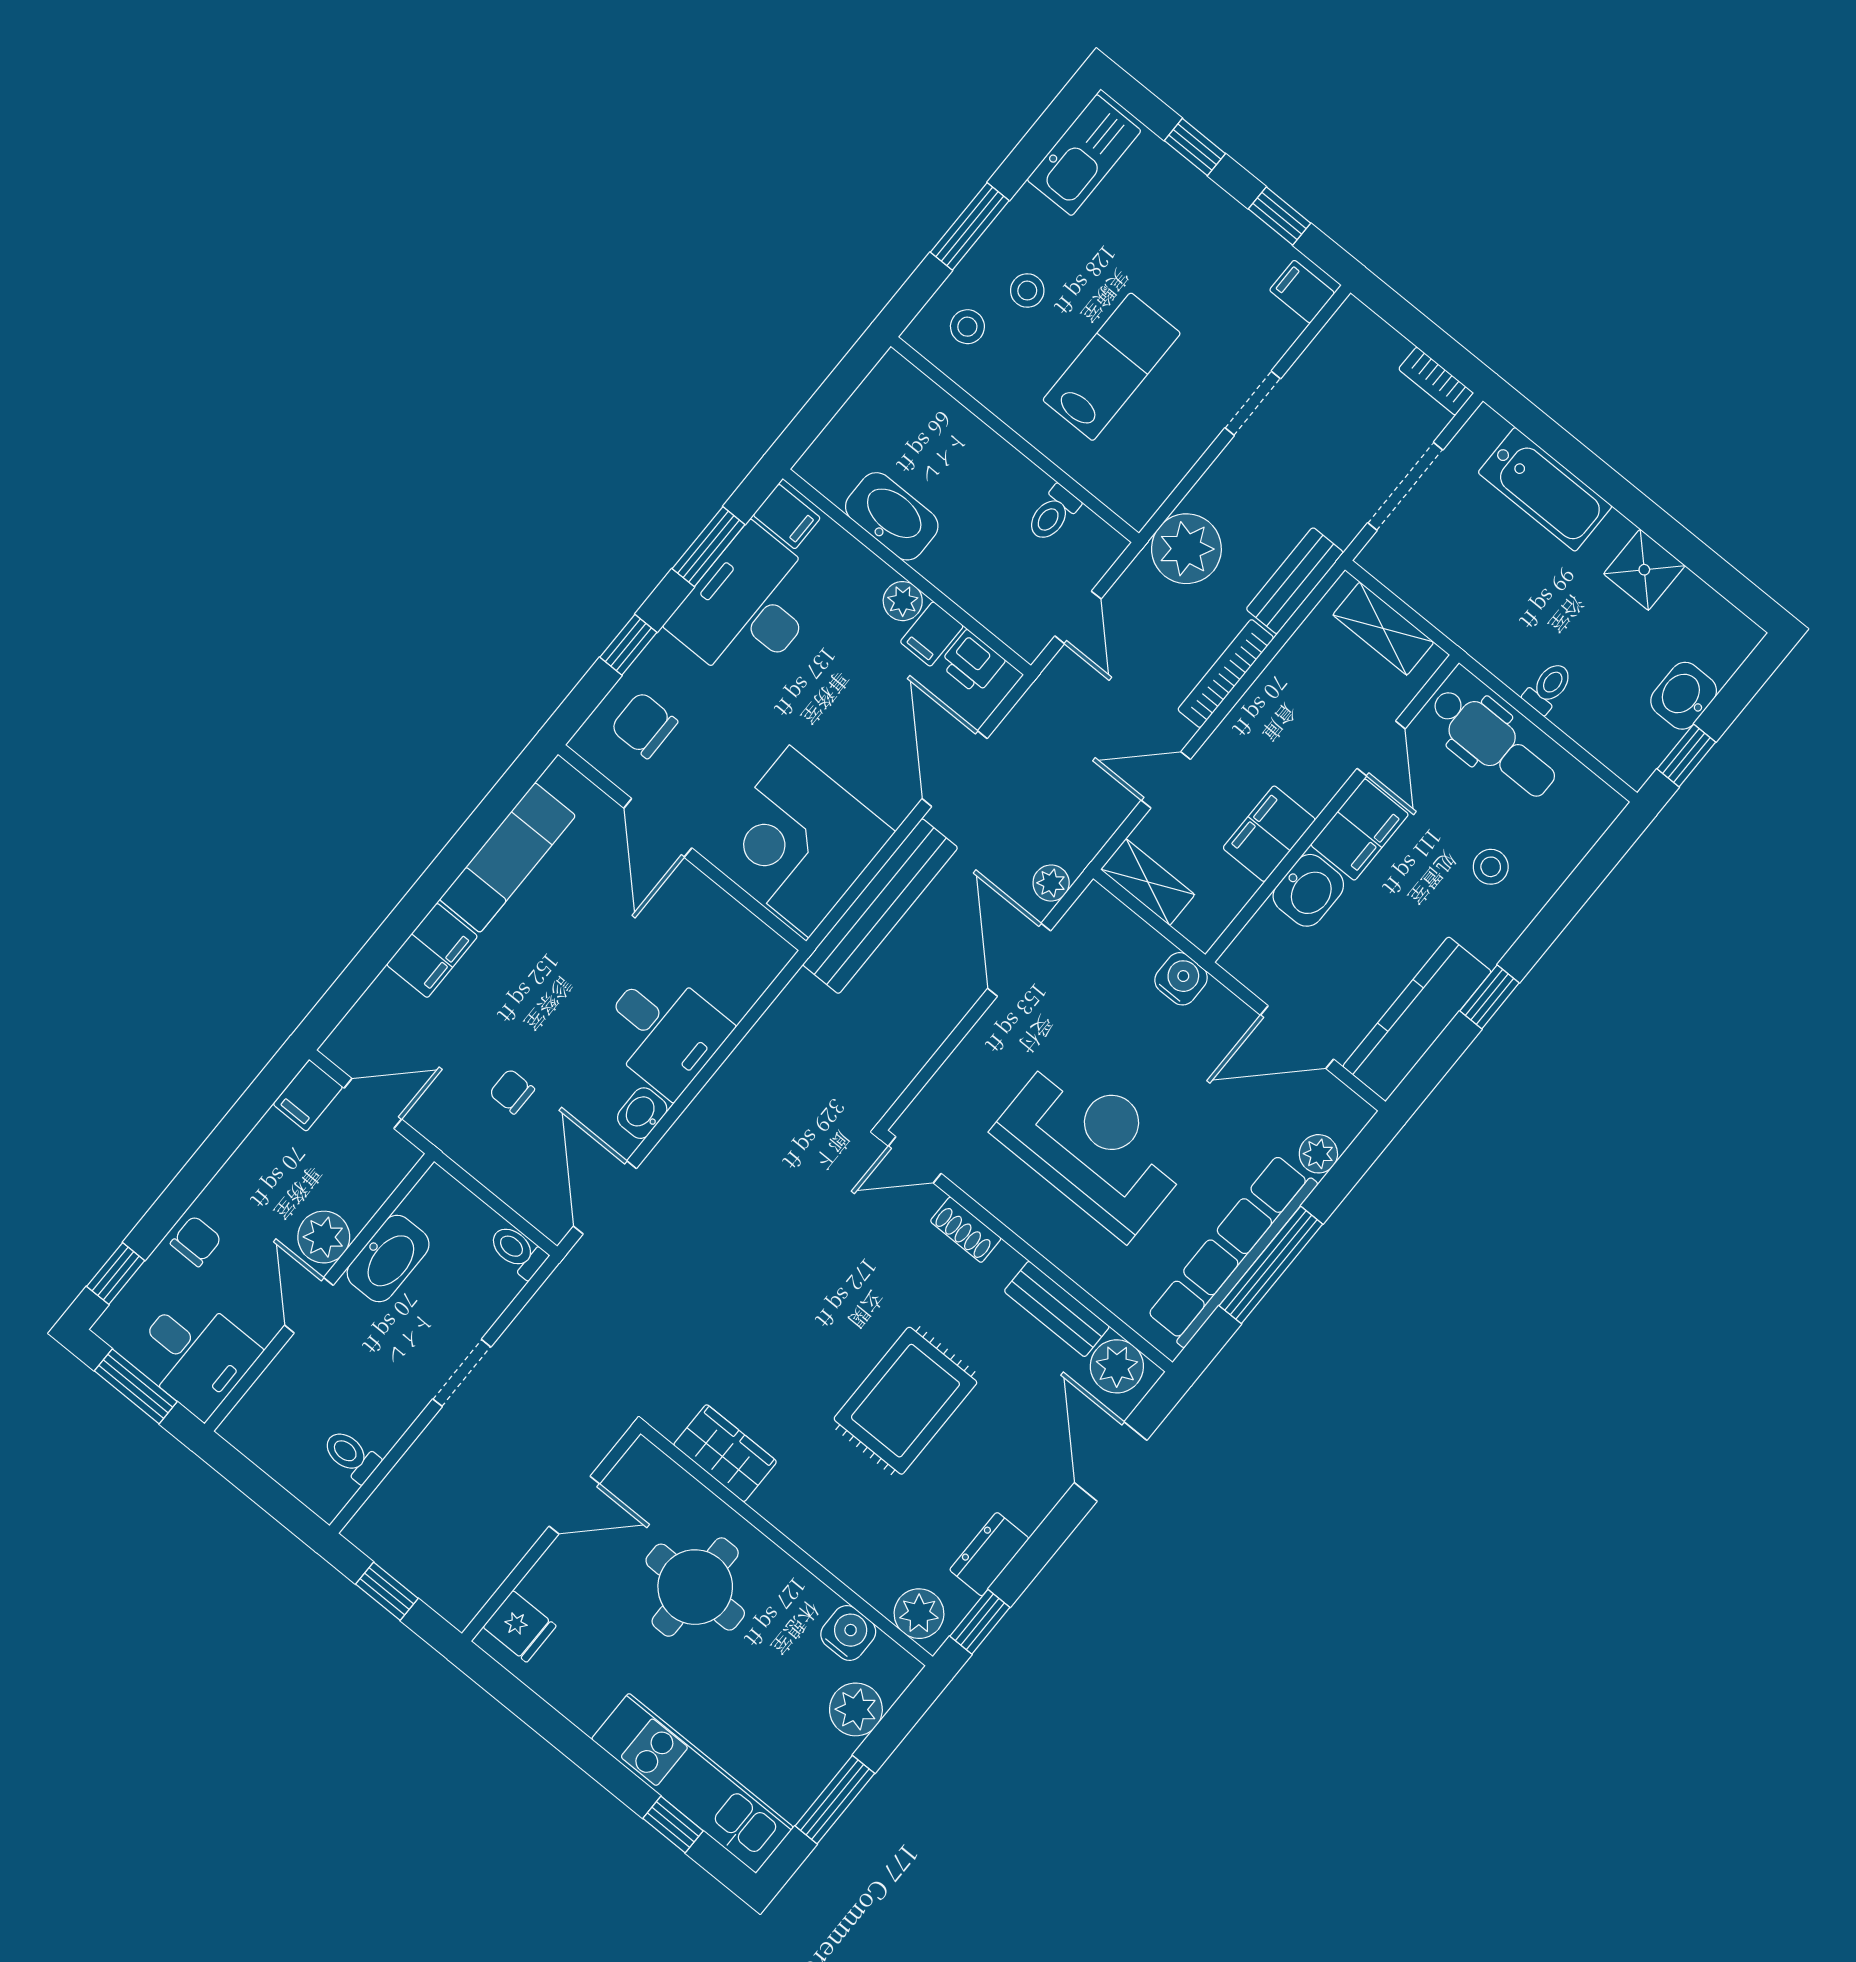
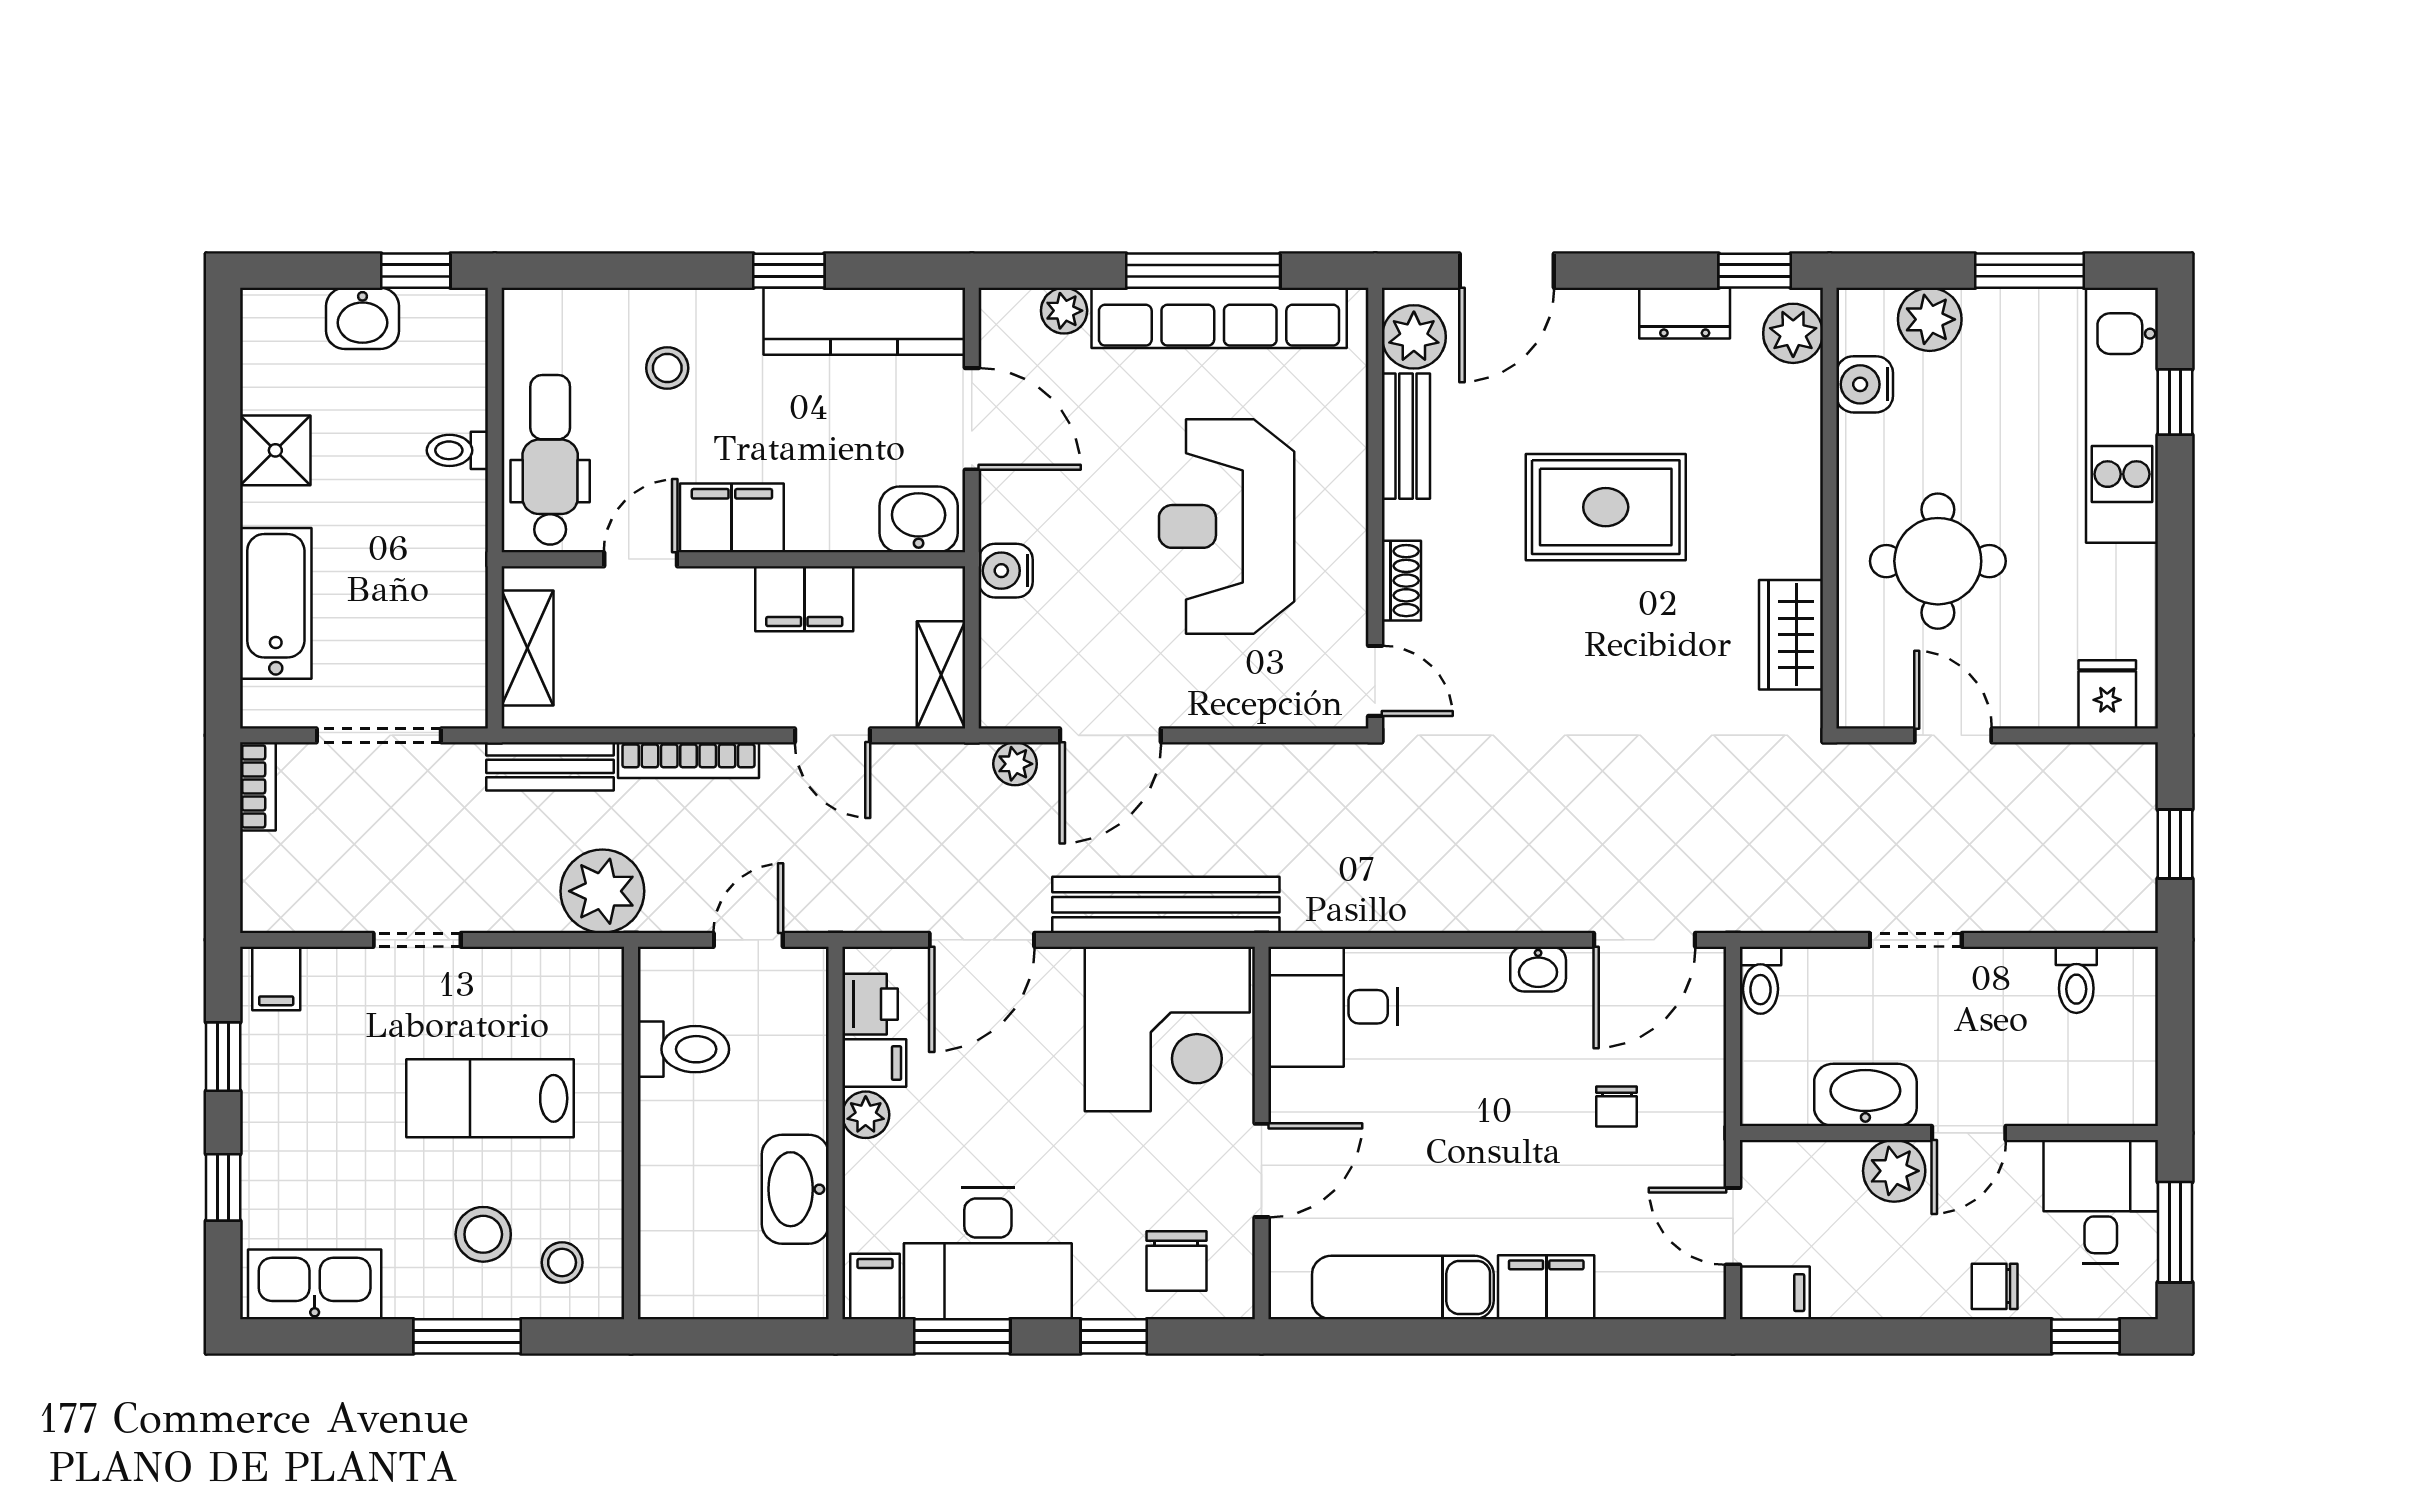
stool: (1027, 291) -> (483, 1234), width x1.37, depth x1.37
toilet: (1053, 514) -> (683, 1049), width x1.37, depth x1.39
washbasin: (1308, 890) -> (919, 519), moved
desk: (664, 1031) -> (1333, 1007), moved, turned -90

